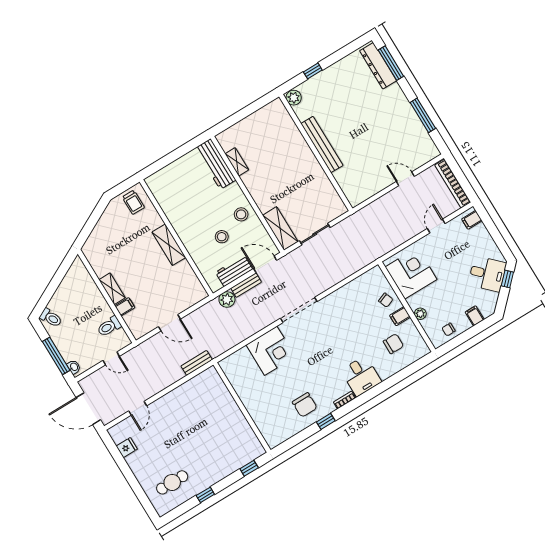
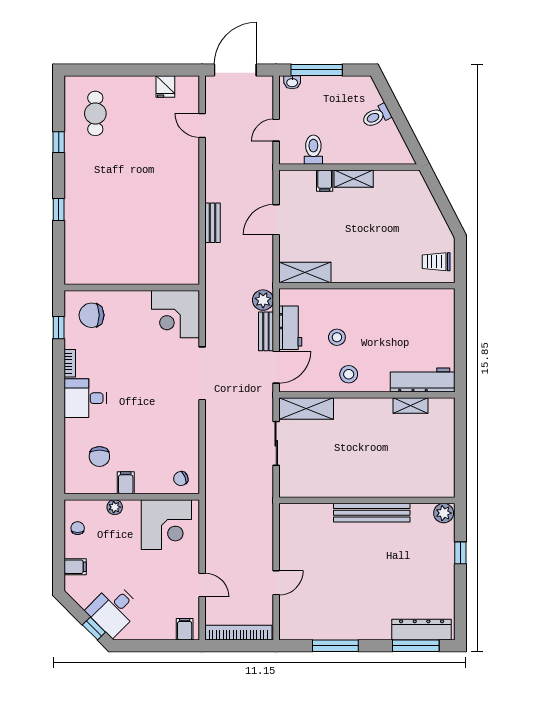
shelving: (169, 245) -> (305, 273), moved
chair: (386, 300) -> (181, 478), moved
toilet: (51, 318) -> (376, 116), moved
wall: (242, 407) -> (132, 288), moved

